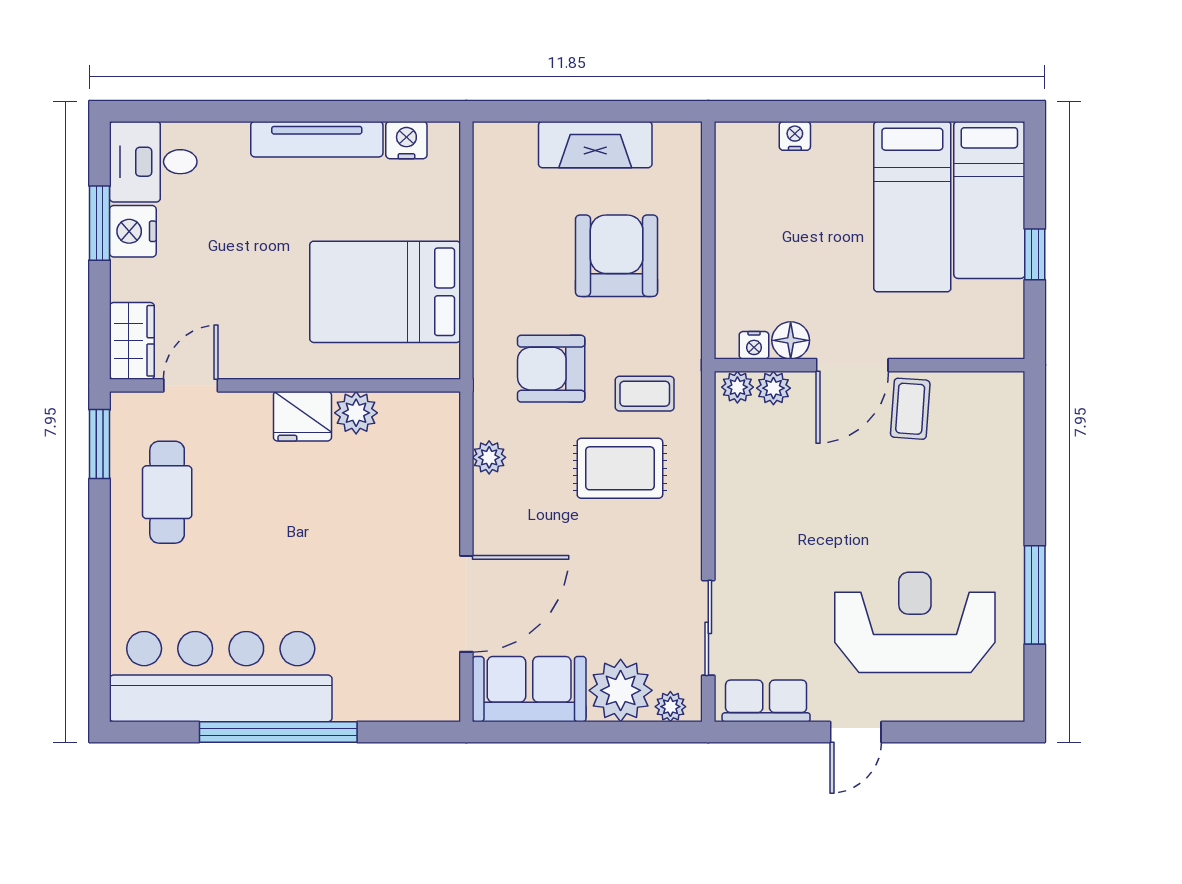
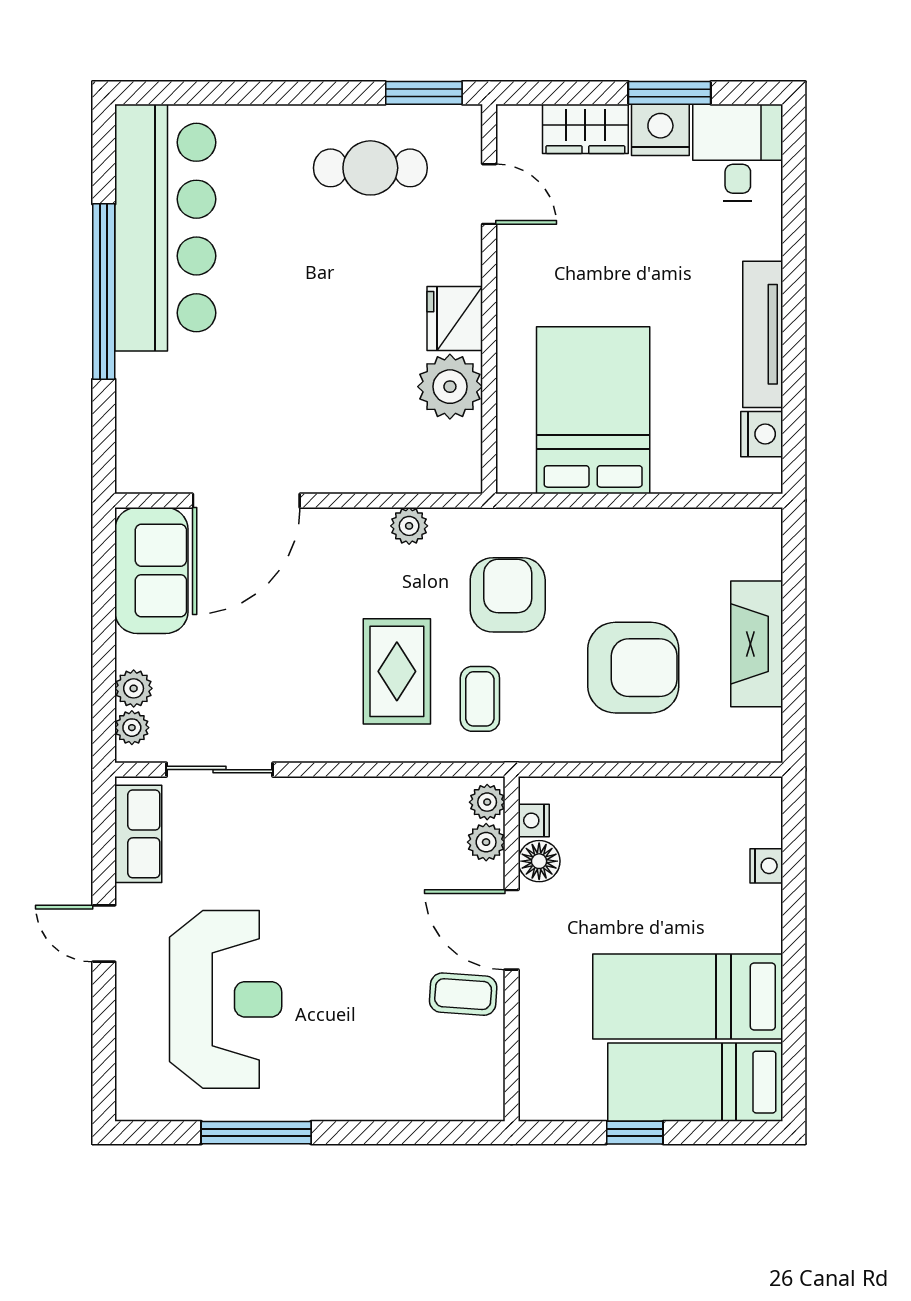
wardrobe: (132, 341) -> (585, 129), moved
plant: (356, 413) -> (450, 387), width x1.36, depth x1.36
door: (466, 604) -> (246, 501), hinge flipped
plant: (621, 690) -> (134, 688), width x0.53, depth x0.53

